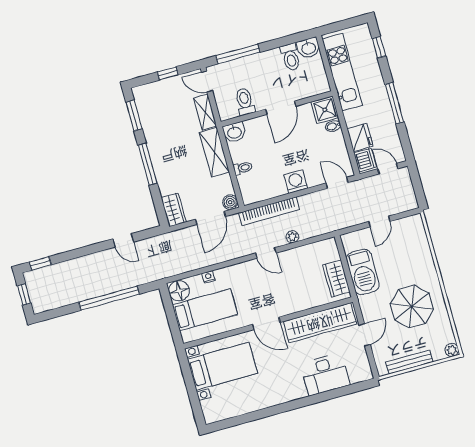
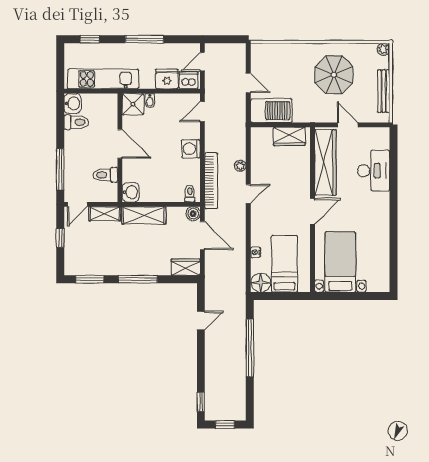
toilet: (243, 168) -> (190, 194), moved
barbecue: (363, 272) -> (271, 111), moved

